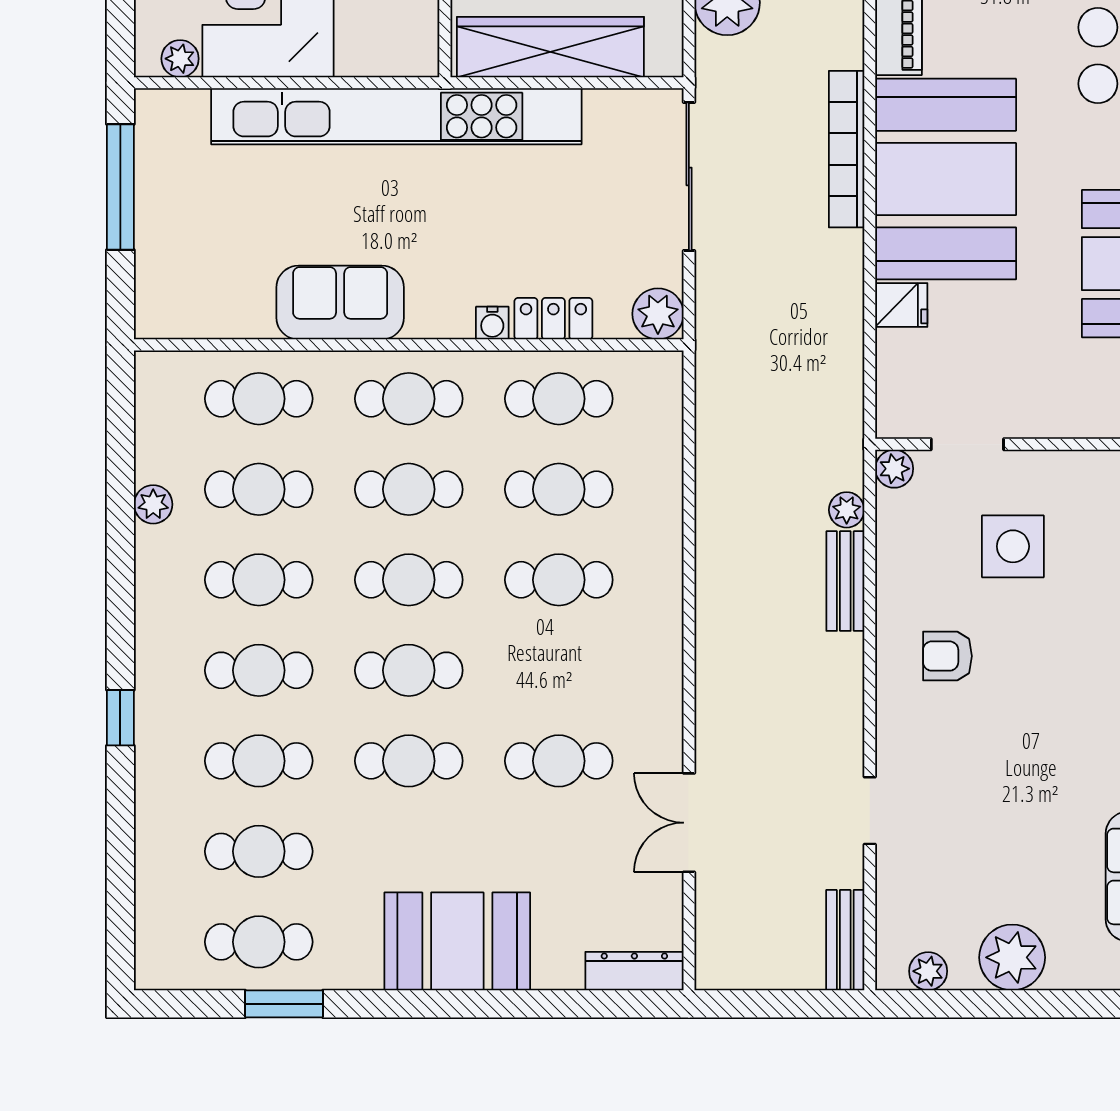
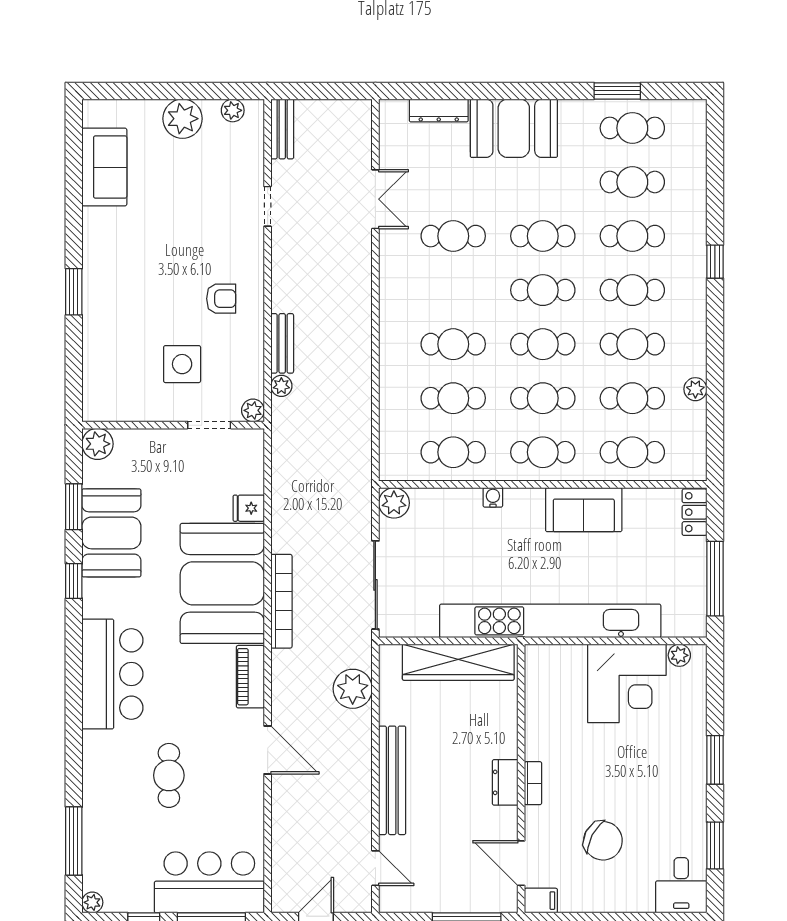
locker: (553, 319) -> (694, 512), moved, turned 90
dresser: (634, 971) -> (439, 111), moved

